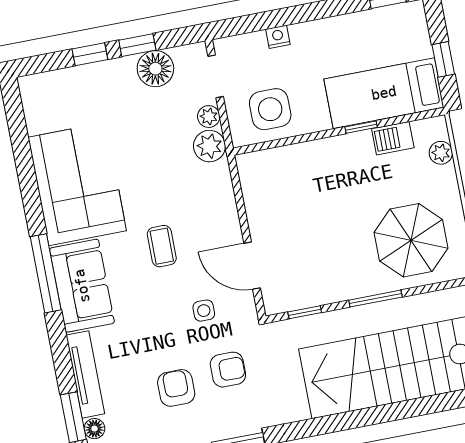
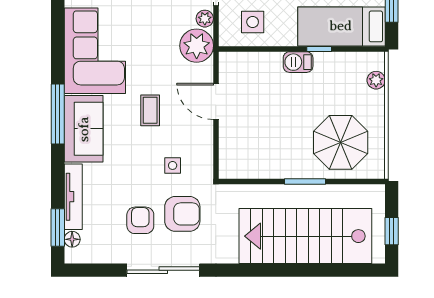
side table: (270, 109) -> (253, 22), width x0.73, depth x0.73
barbecue: (393, 138) -> (298, 62), moved
plant: (209, 146) -> (197, 46), width x1.36, depth x1.36
door: (252, 266) -> (216, 101), moved
window: (305, 312) -> (249, 182), removed
armchair: (228, 370) -> (182, 214), width x1.38, depth x1.38

